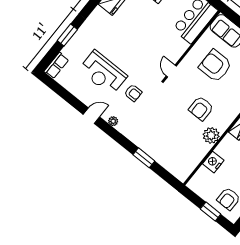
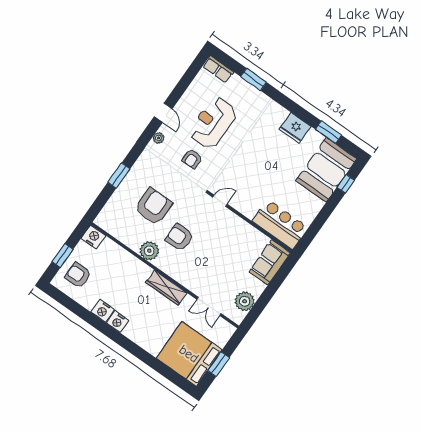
armchair: (215, 66) -> (153, 206), moved
nightstand: (213, 162) -> (93, 237), moved

